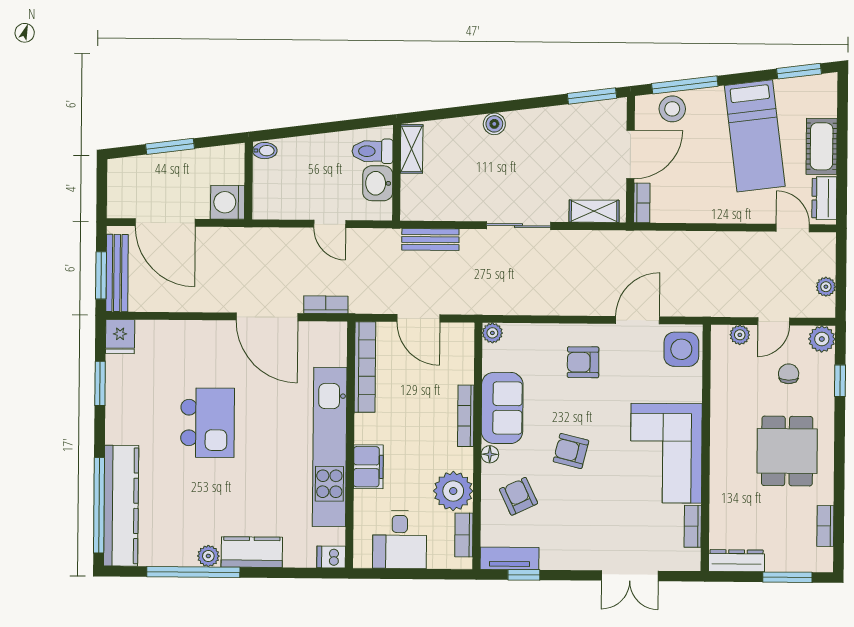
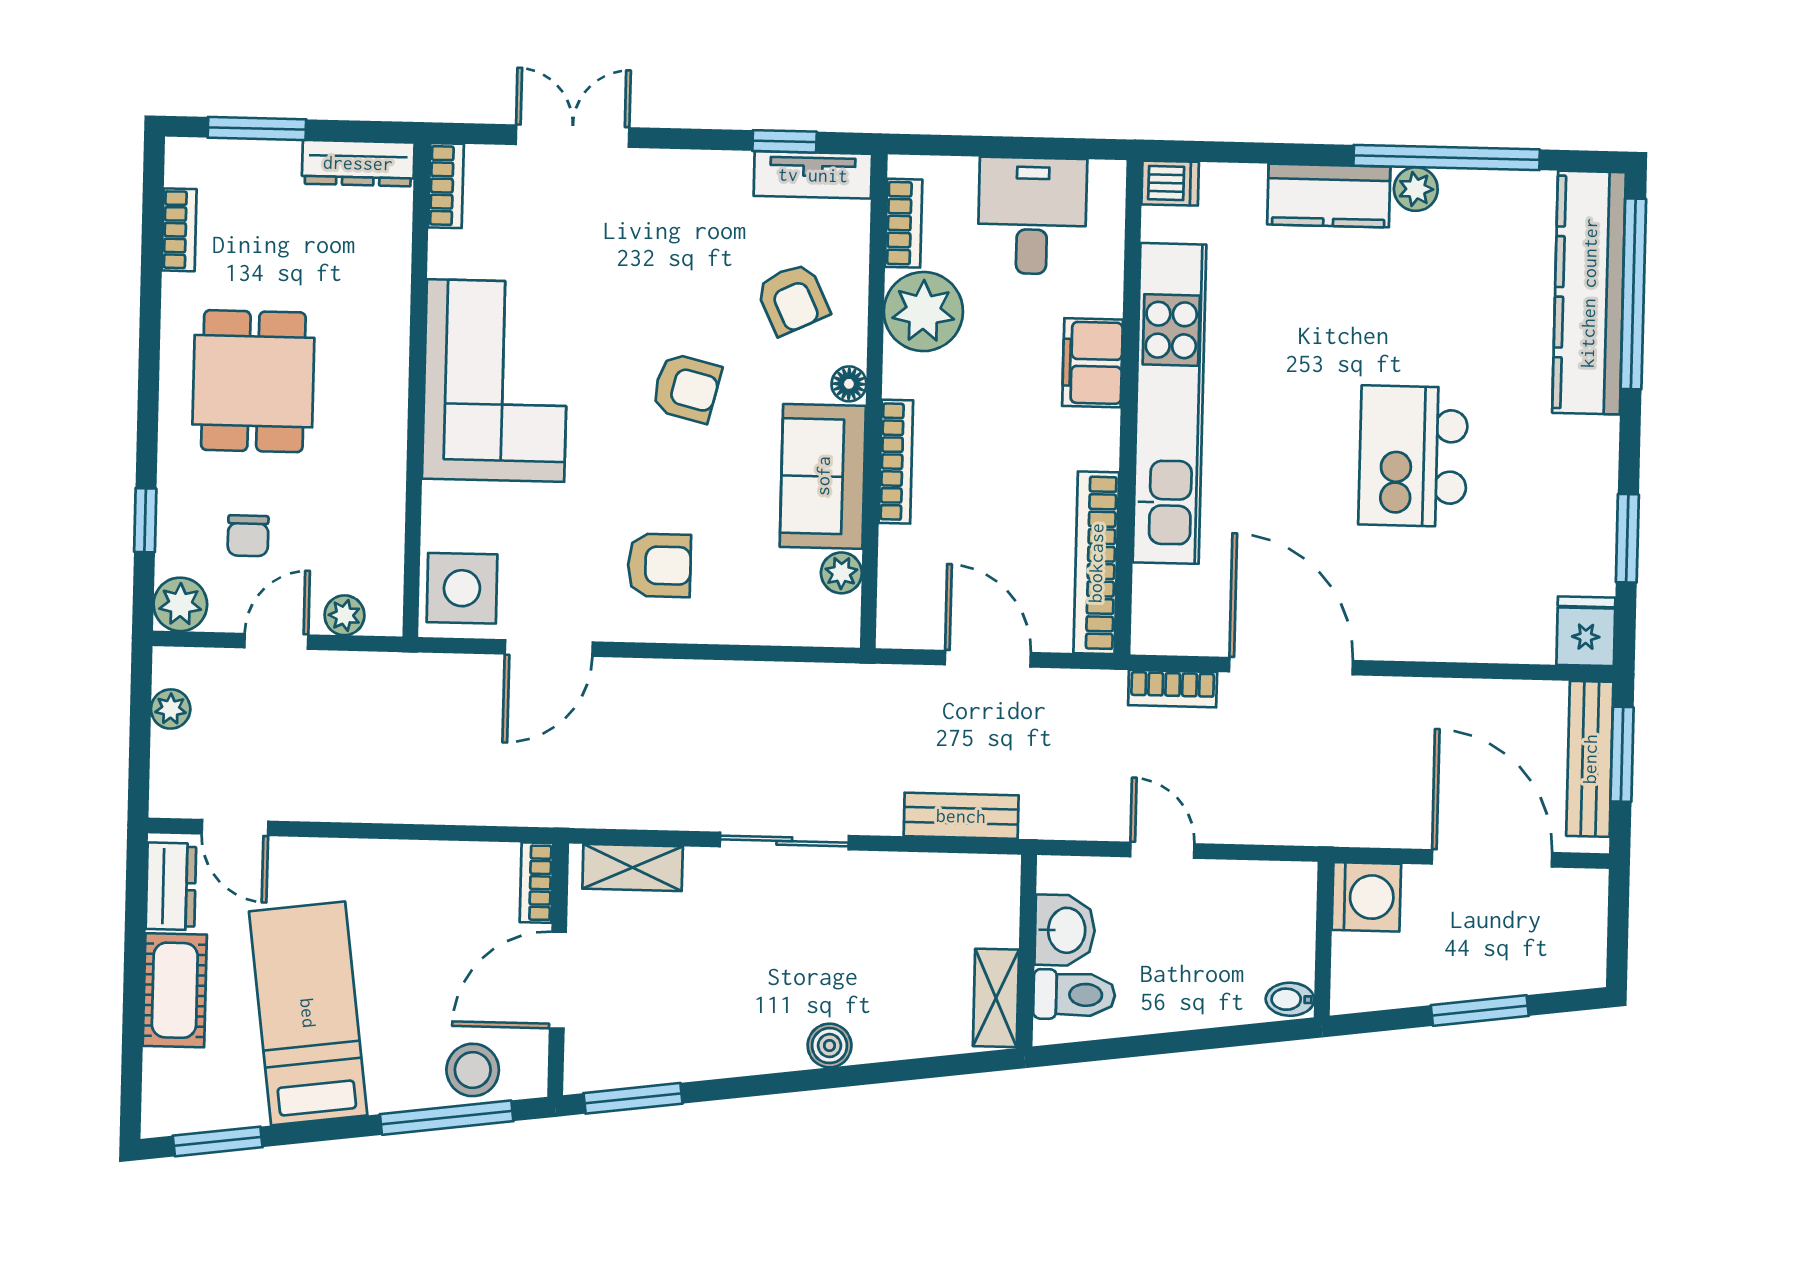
plant: (492, 333) -> (841, 573), moved
bookcase: (693, 526) -> (446, 186), moved

